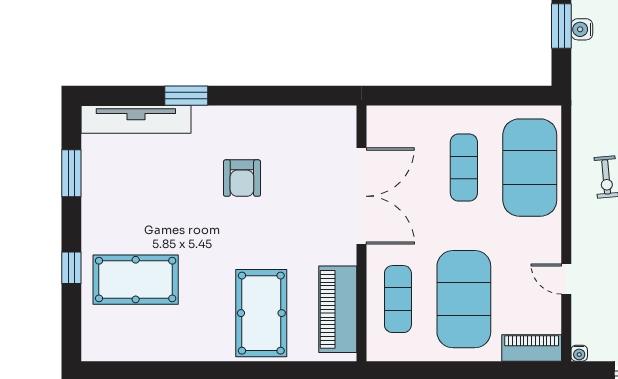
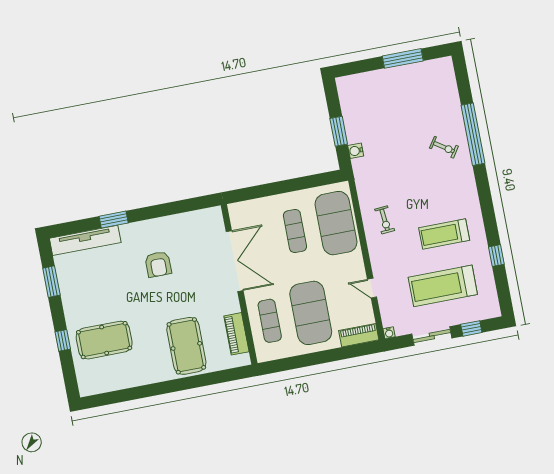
water cooler: (582, 29) -> (356, 151), moved
piano: (338, 309) -> (236, 334), width x0.73, depth x0.75

